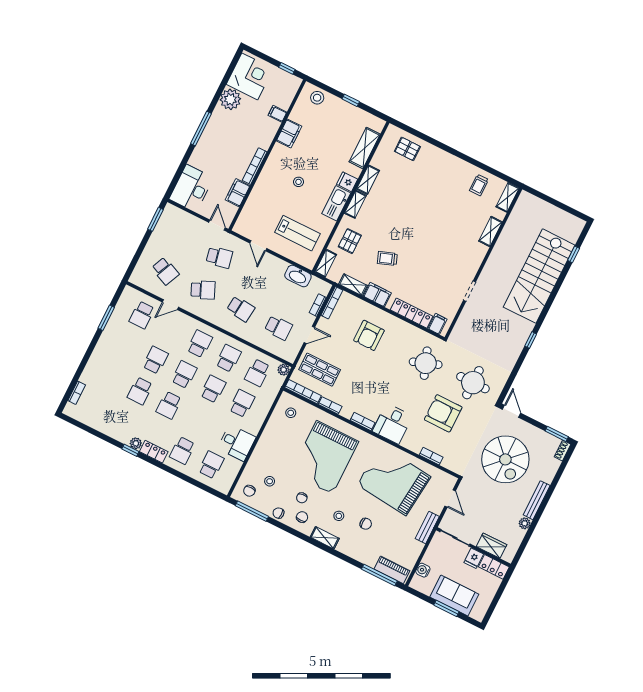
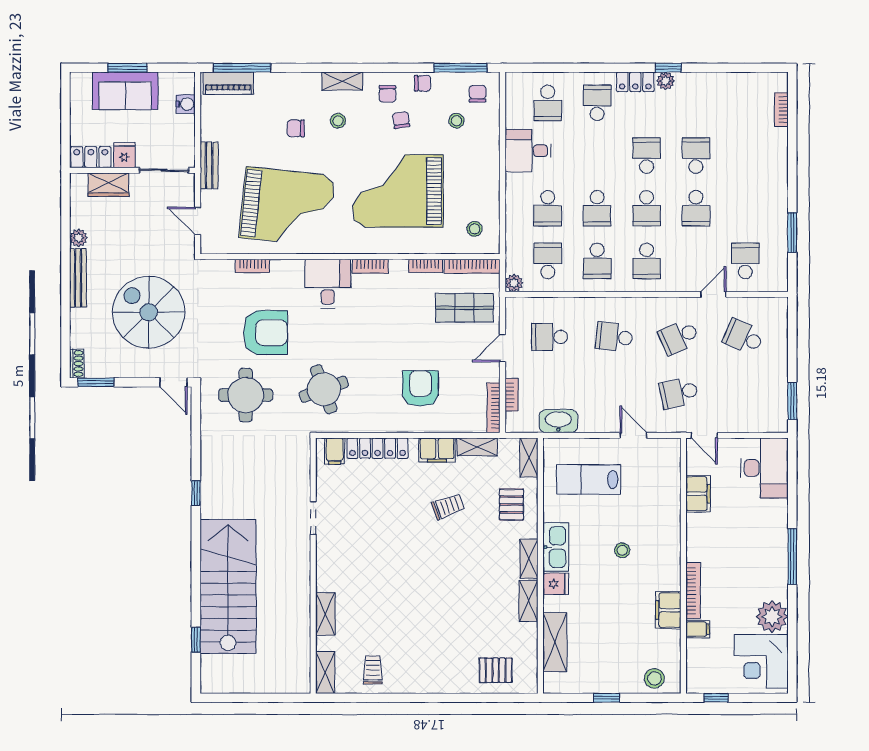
bookcase: (255, 166) -> (693, 591), moved
grand piano: (324, 457) -> (398, 191), turned -90

